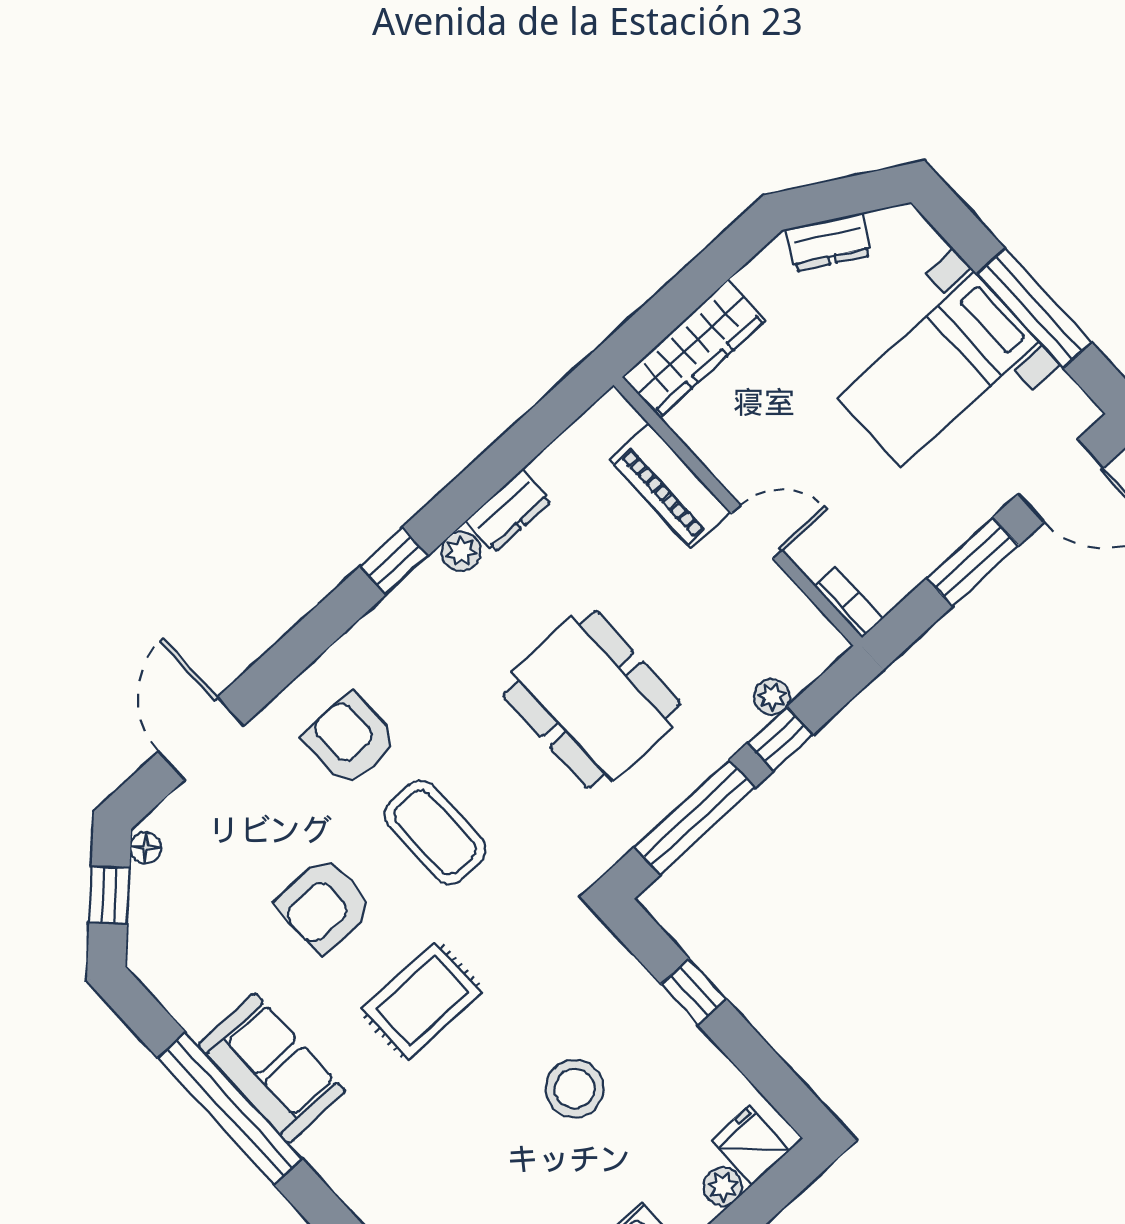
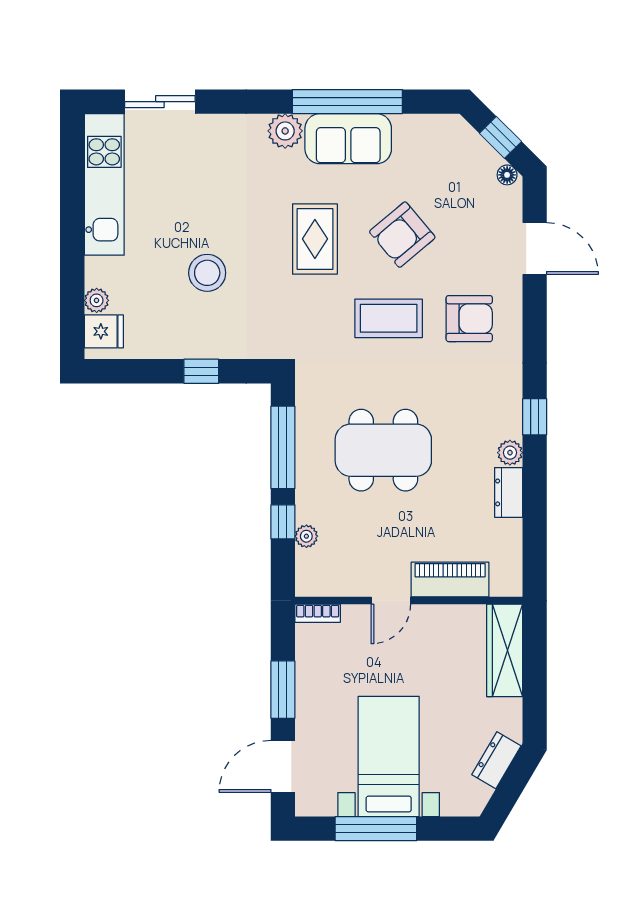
armchair: (325, 905) -> (402, 235), turned -130
plant: (329, 1149) -> (285, 131), added

